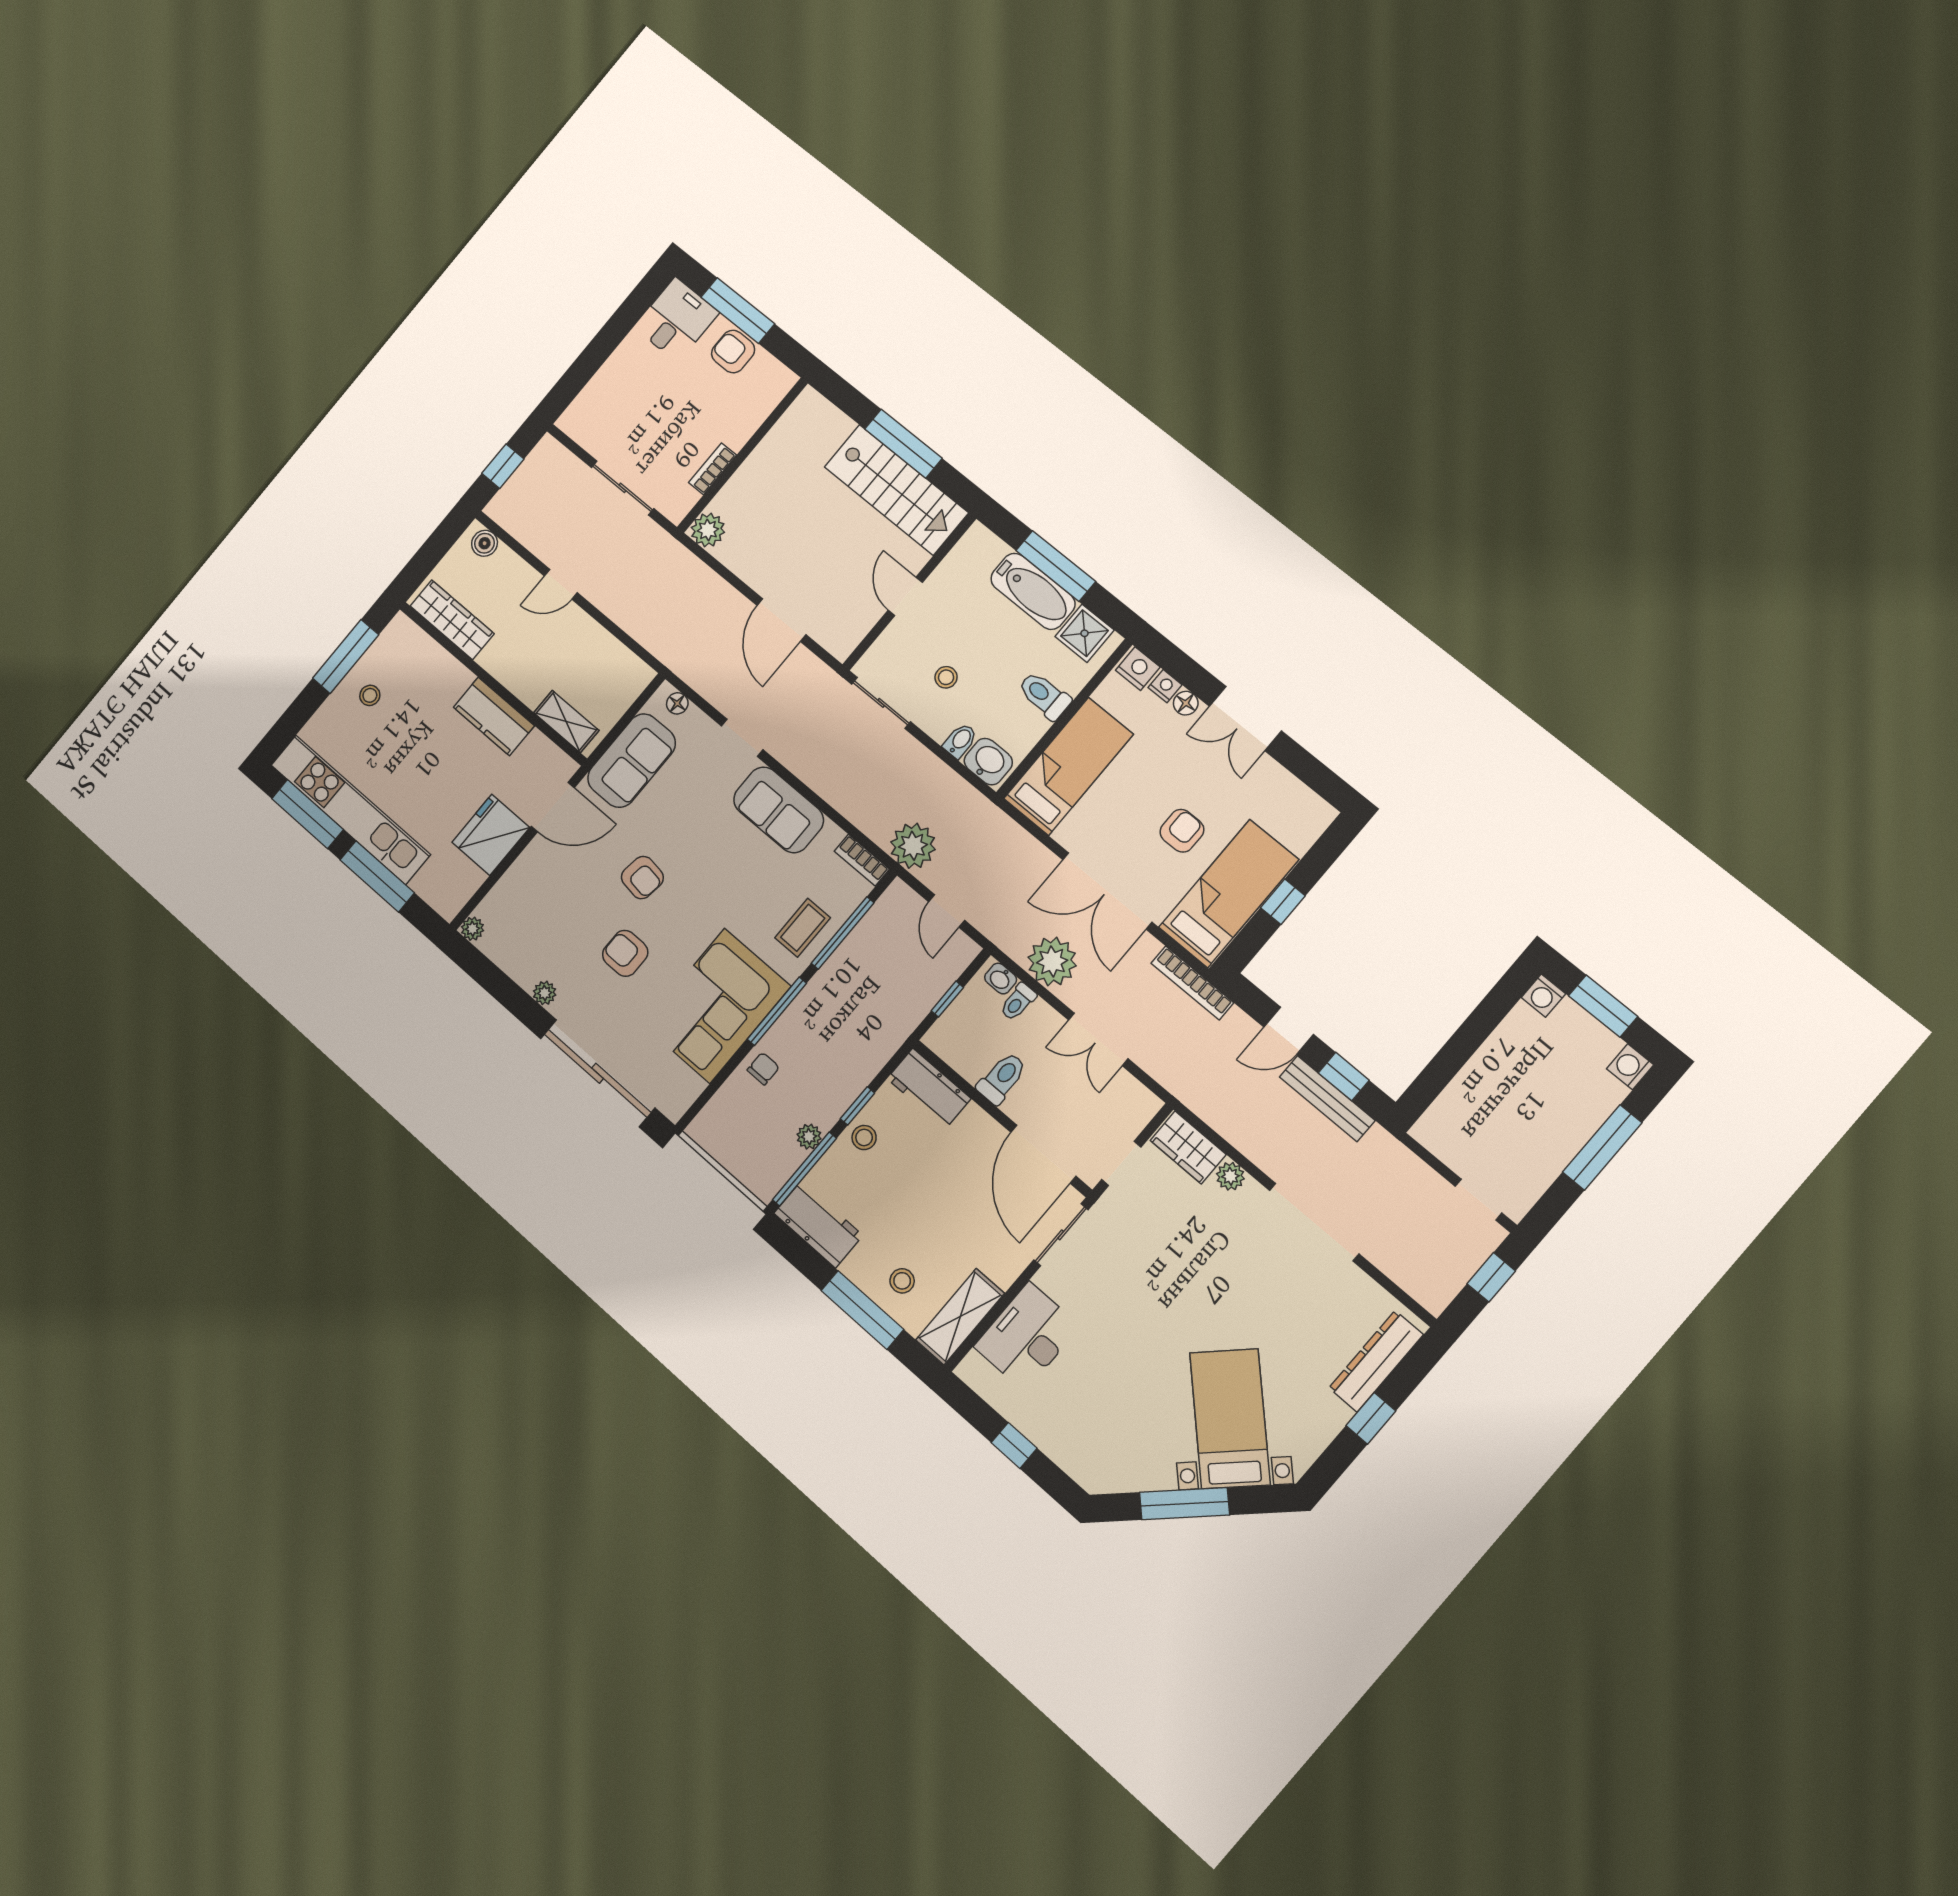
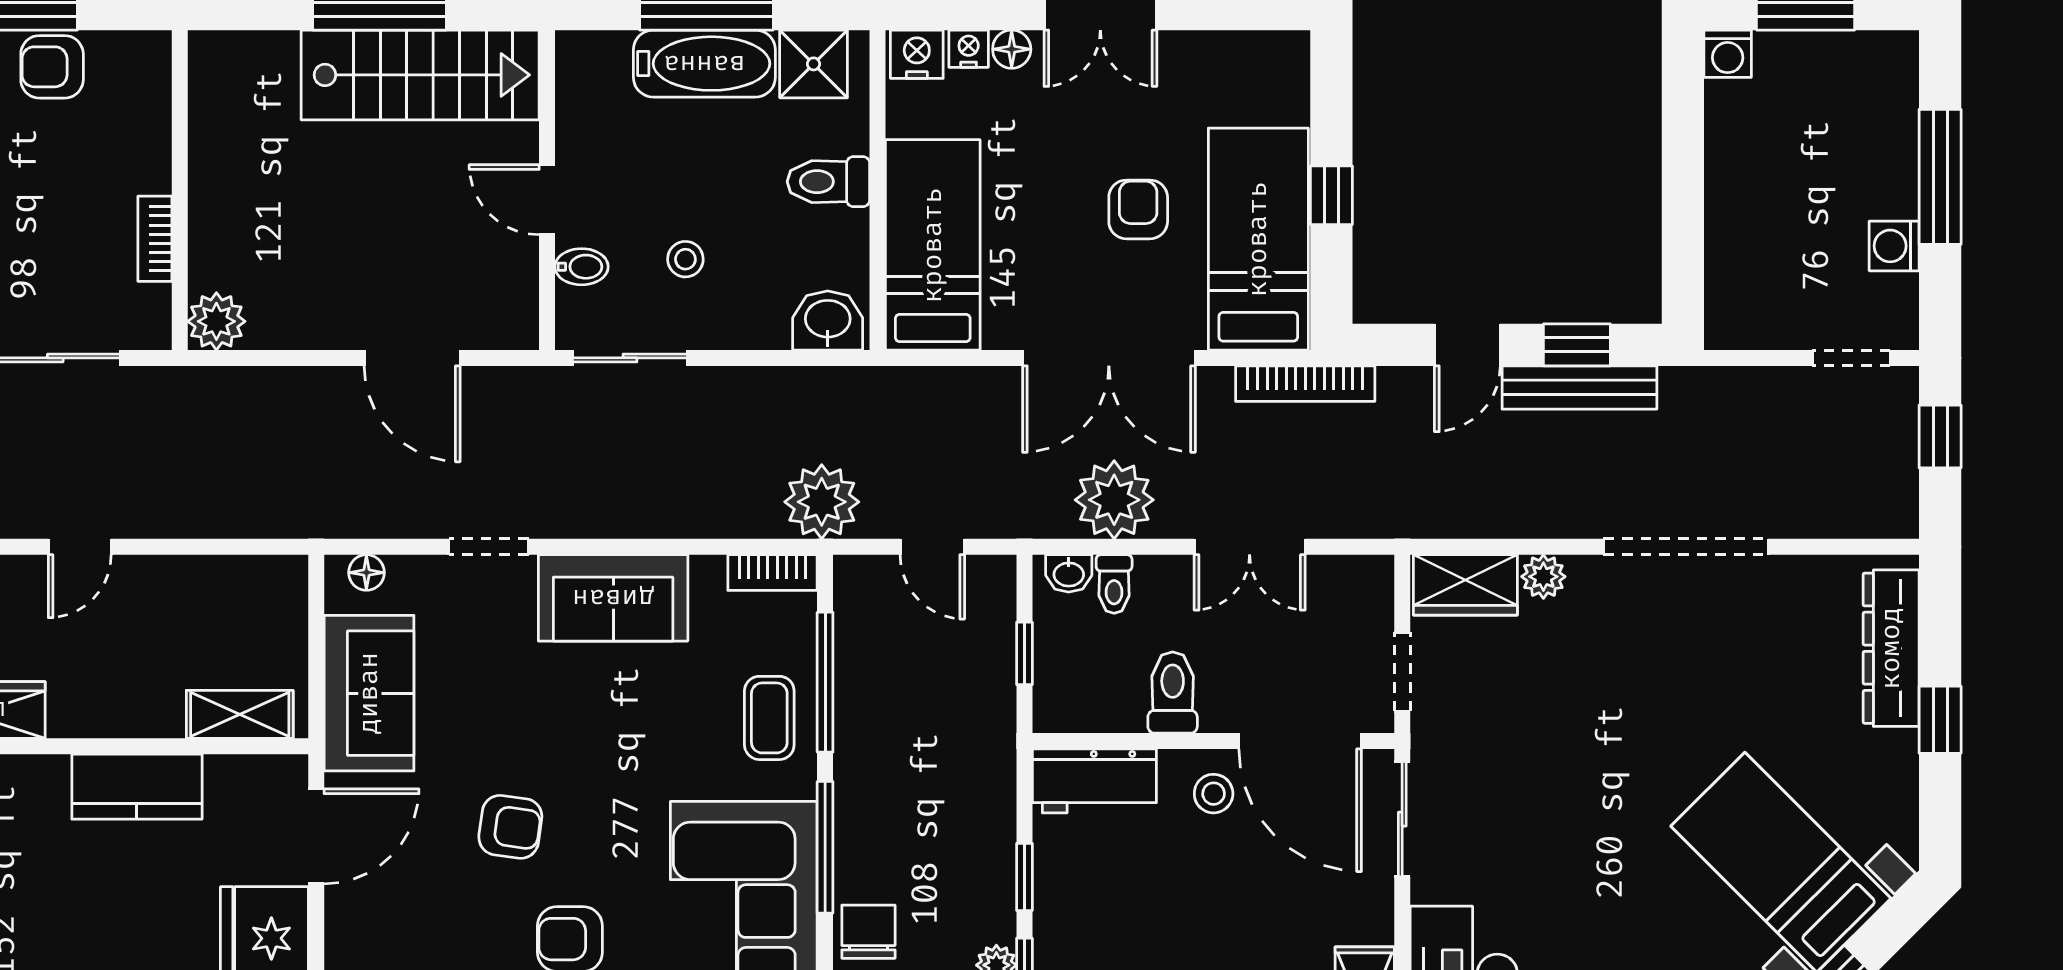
bidet: (960, 741) -> (582, 267), moved, turned 90
washing machine: (1630, 1067) -> (1894, 246), moved
chair: (763, 1069) -> (868, 932), width x1.37, depth x1.37
stool: (864, 1138) -> (1214, 794), moved

